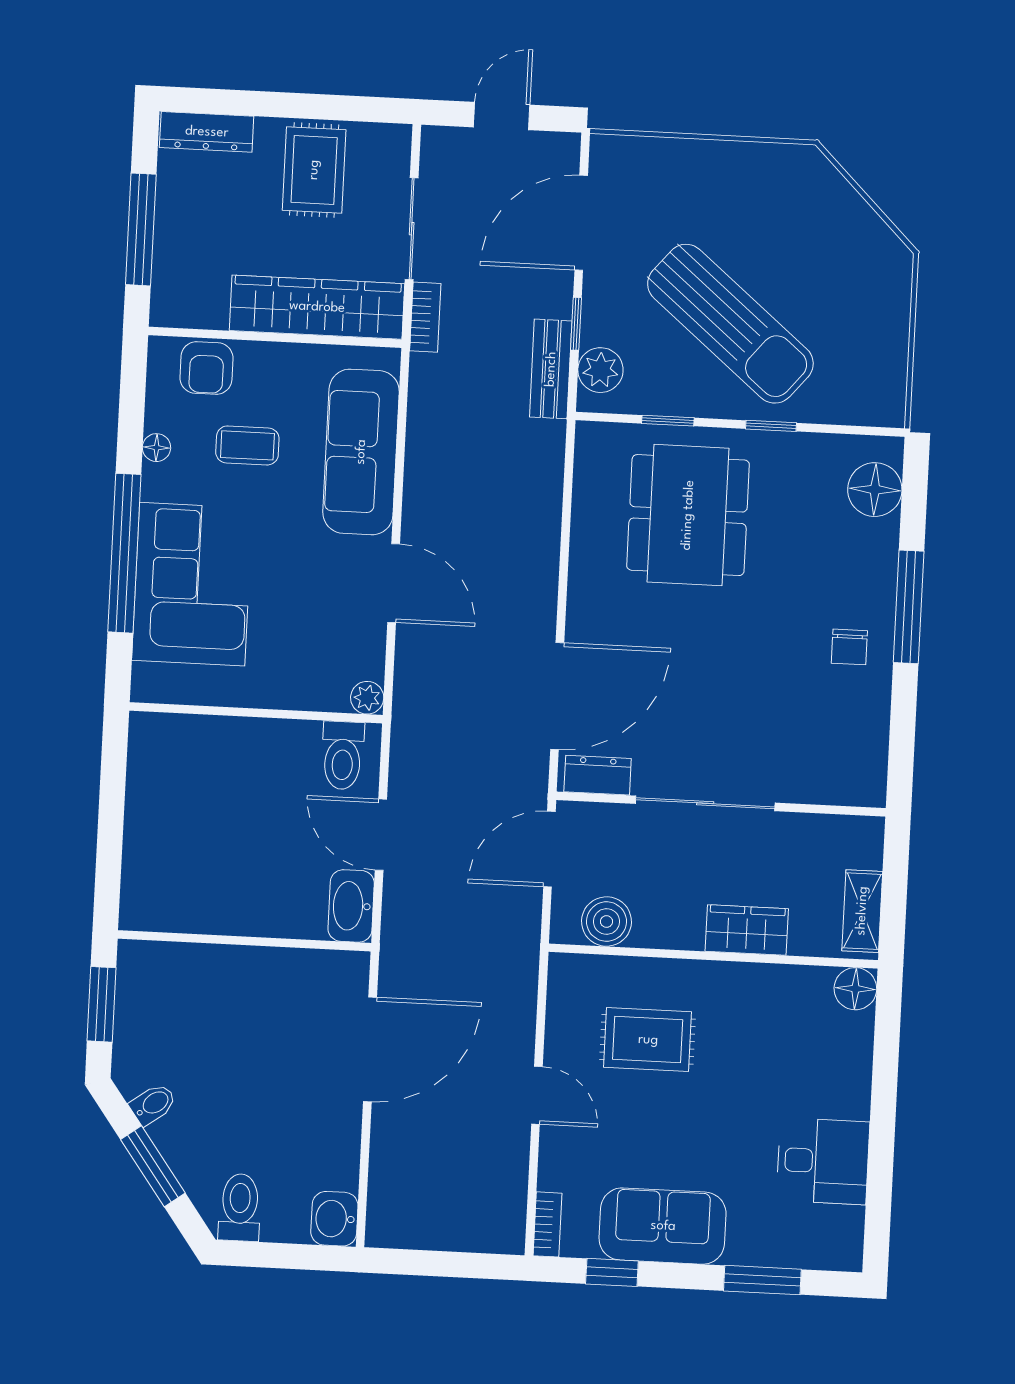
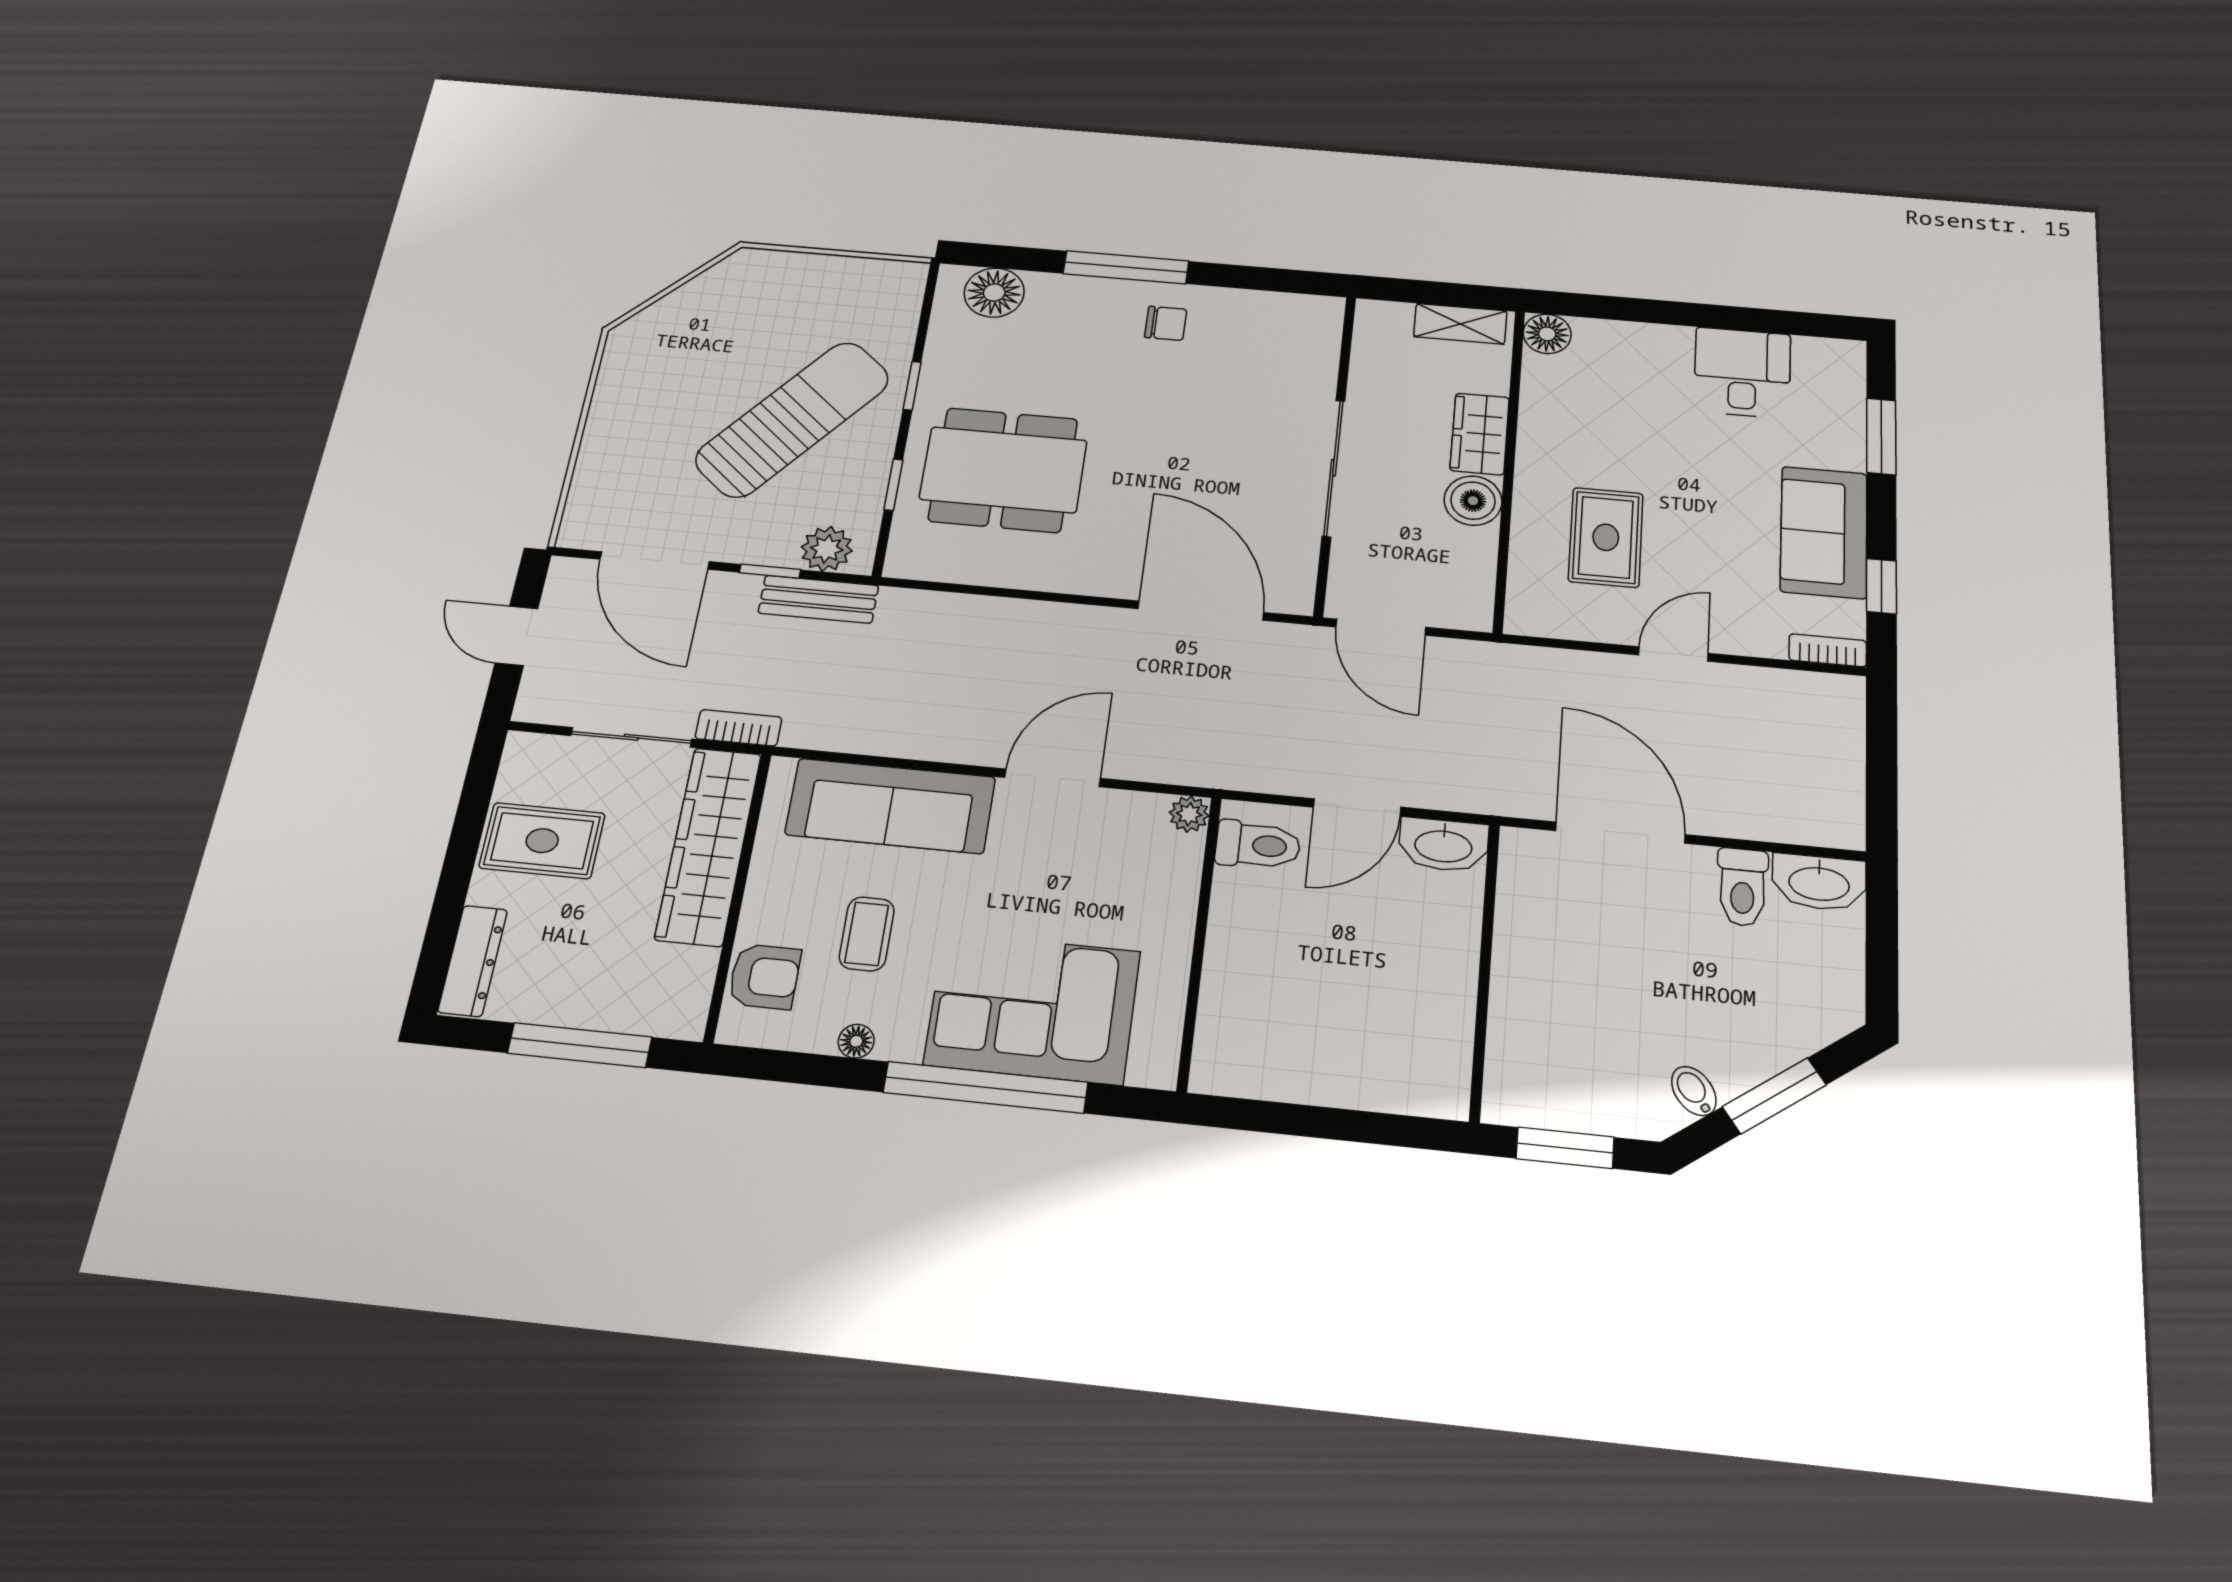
dresser: (598, 775) -> (1296, 574), removed
boiler: (606, 922) -> (1473, 501), moved
toilet: (240, 1207) -> (1742, 887), moved, turned -90
washbasin: (334, 1219) -> (1819, 882), width x1.38

